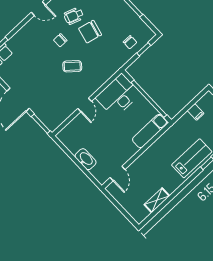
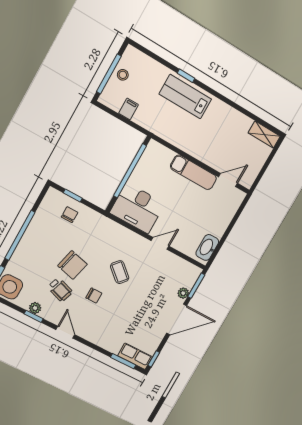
plant: (38, 111) -> (183, 293), added
exam couch: (150, 131) -> (193, 172), moved
washbasin: (86, 159) -> (207, 248), moved
shelving: (157, 200) -> (264, 135), moved

